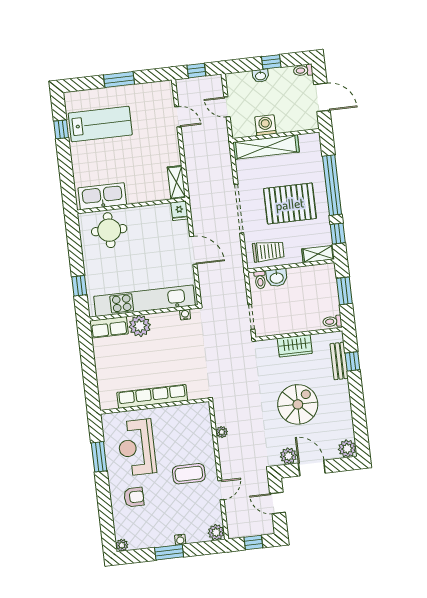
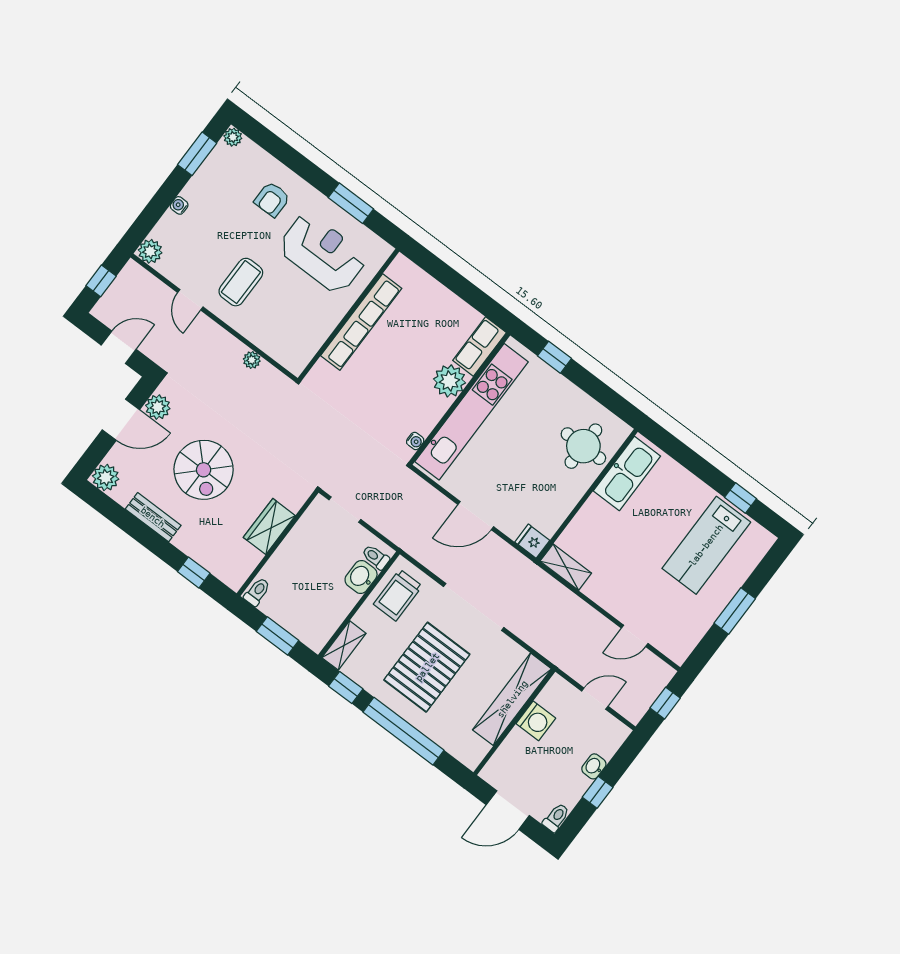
bench: (339, 361) -> (153, 517), moved
window: (169, 552) -> (197, 154), moved

